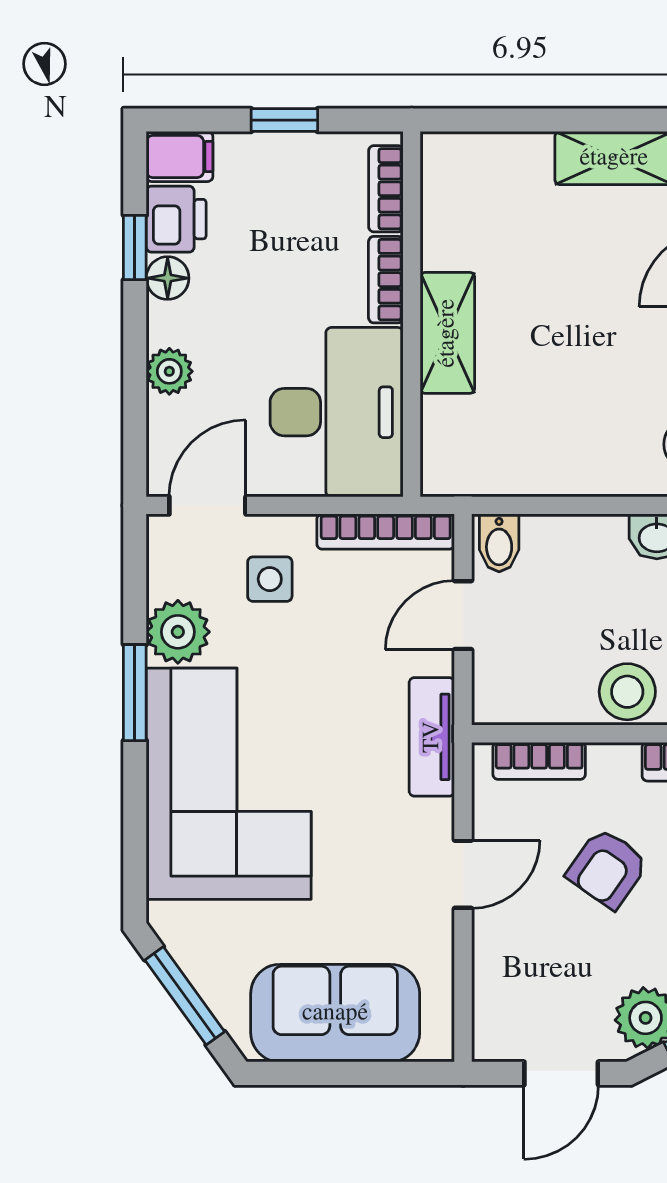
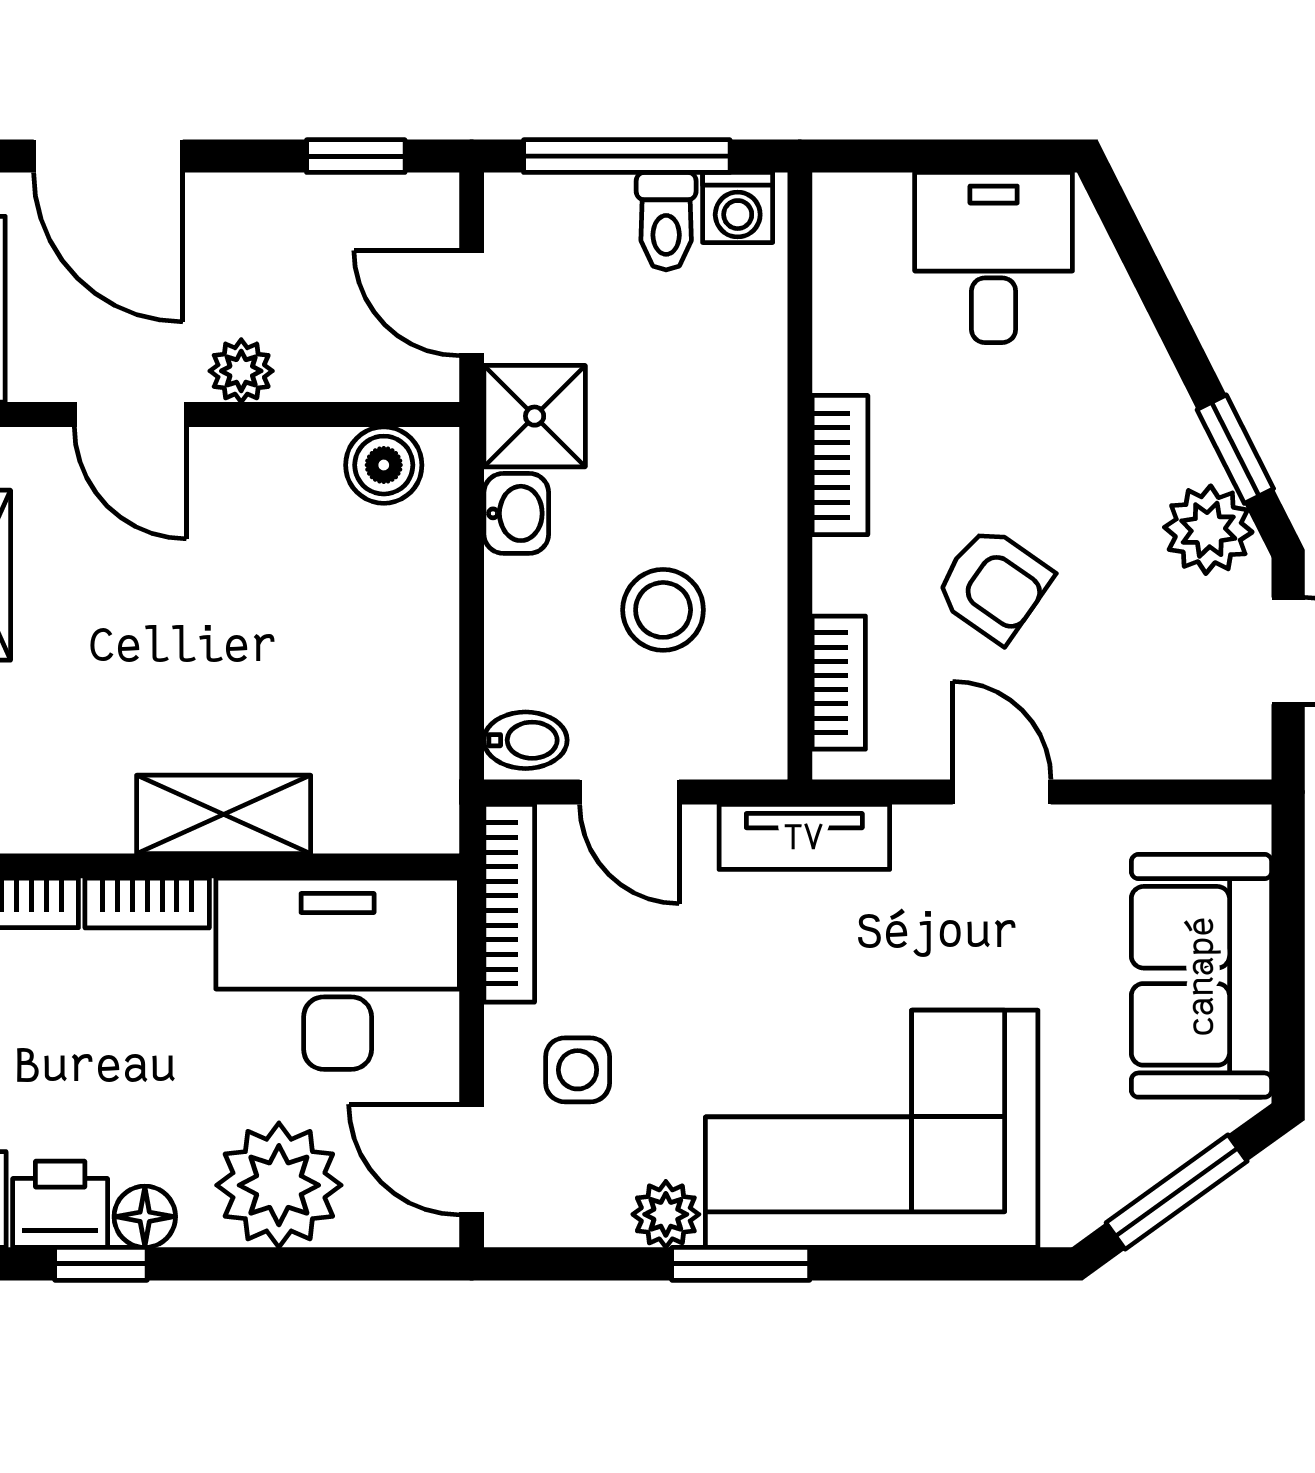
plant: (169, 371) -> (279, 1185), width x1.87, depth x1.87
plant: (178, 632) -> (666, 1214), width x0.73, depth x0.73
stool: (627, 692) -> (663, 610), moved

